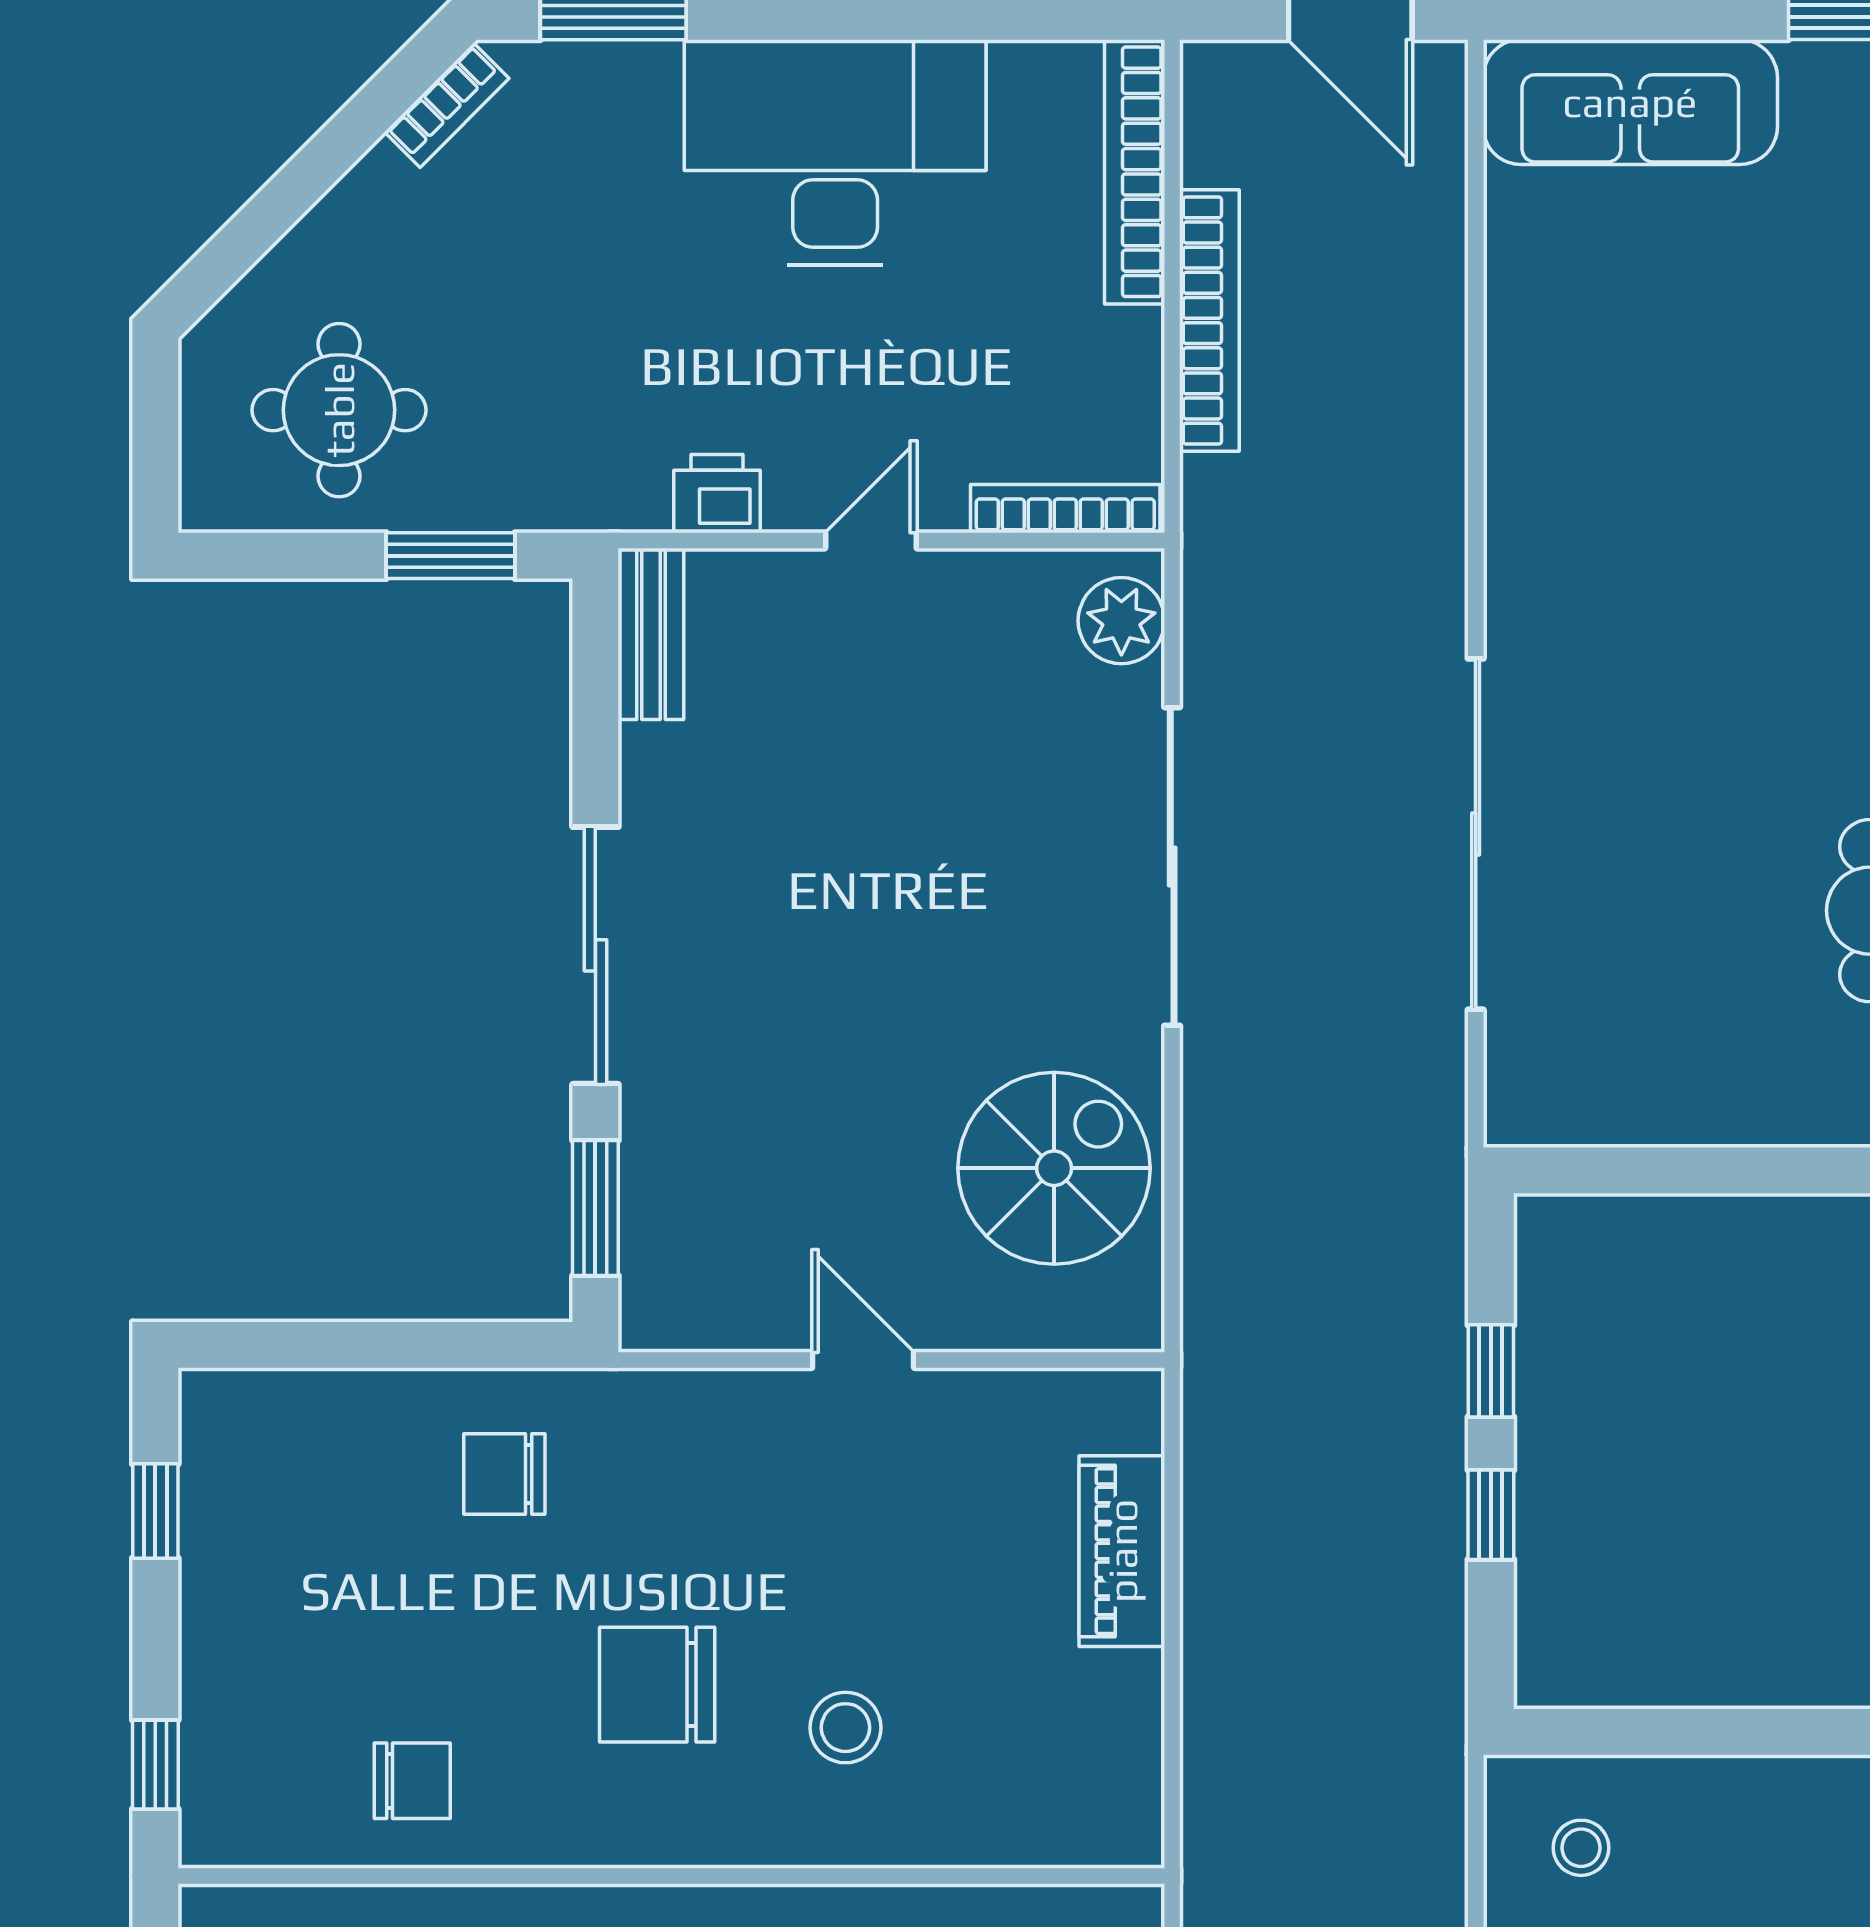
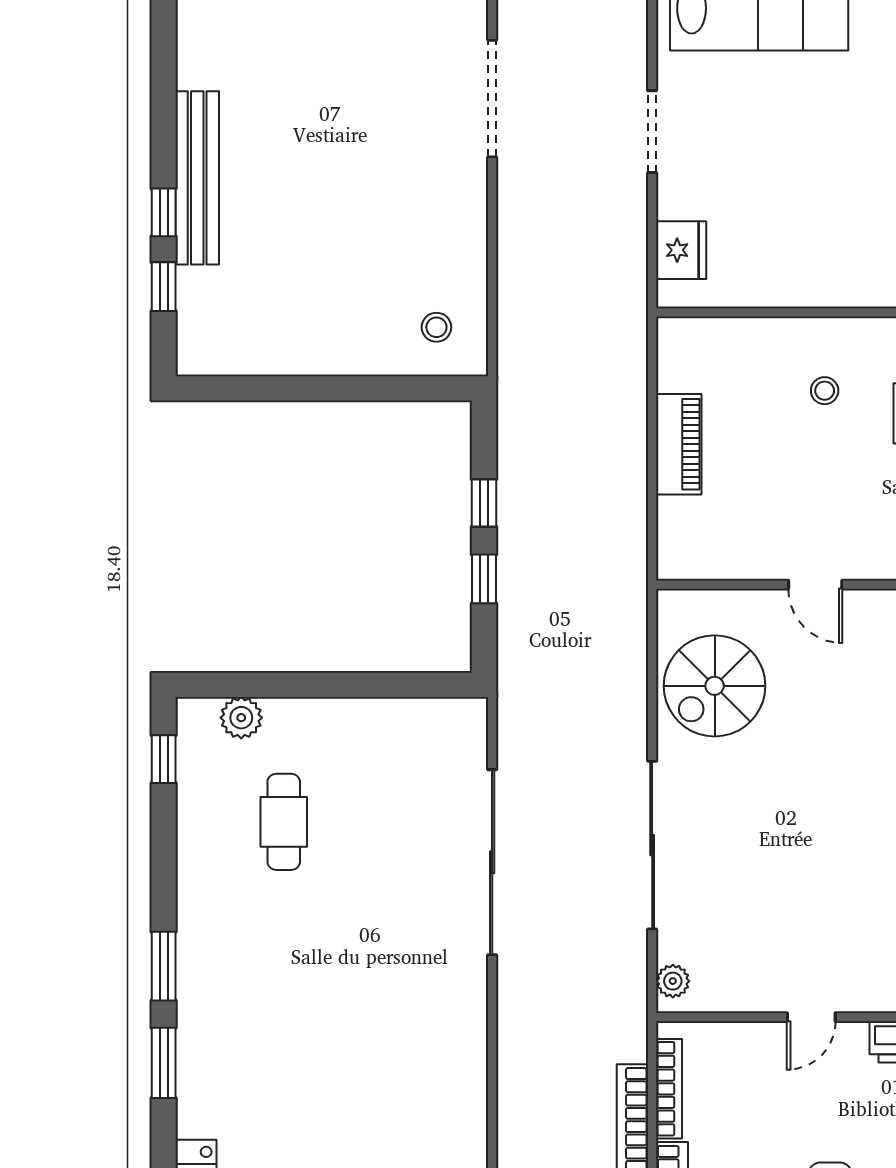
bookcase: (1065, 509) -> (669, 1089), moved, turned -90
plant: (1121, 621) -> (673, 981), width x0.73, depth x0.73
piano: (1122, 1551) -> (679, 444), moved
stool: (845, 1728) -> (825, 391), width x0.73, depth x0.73

